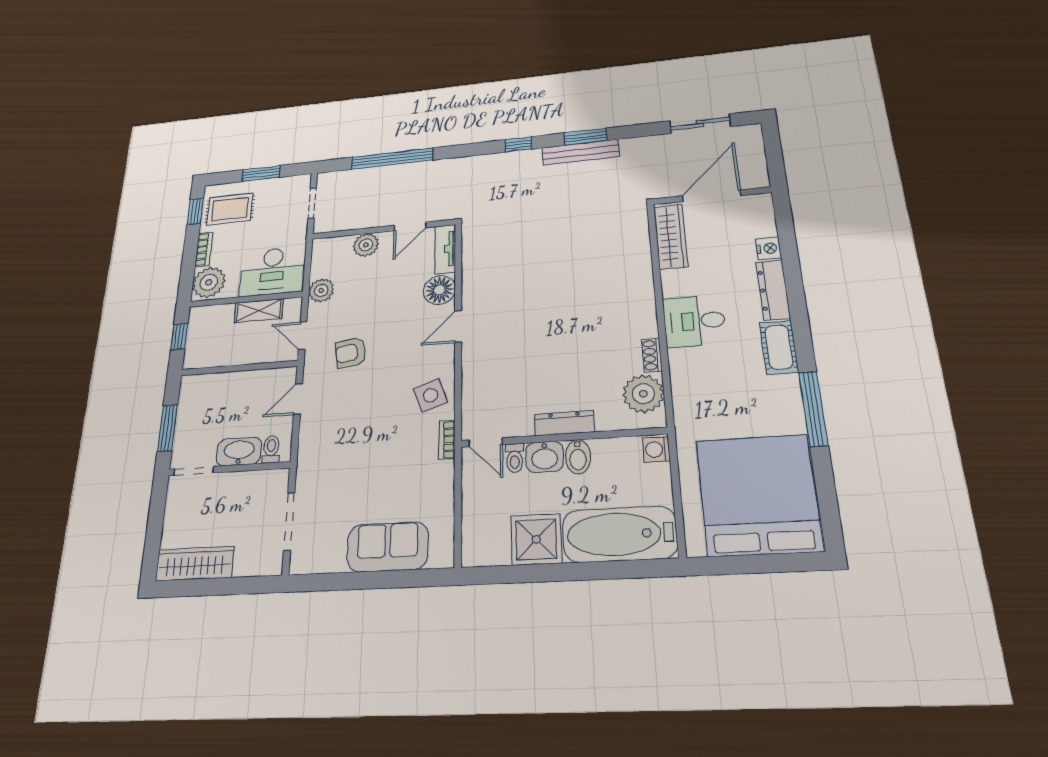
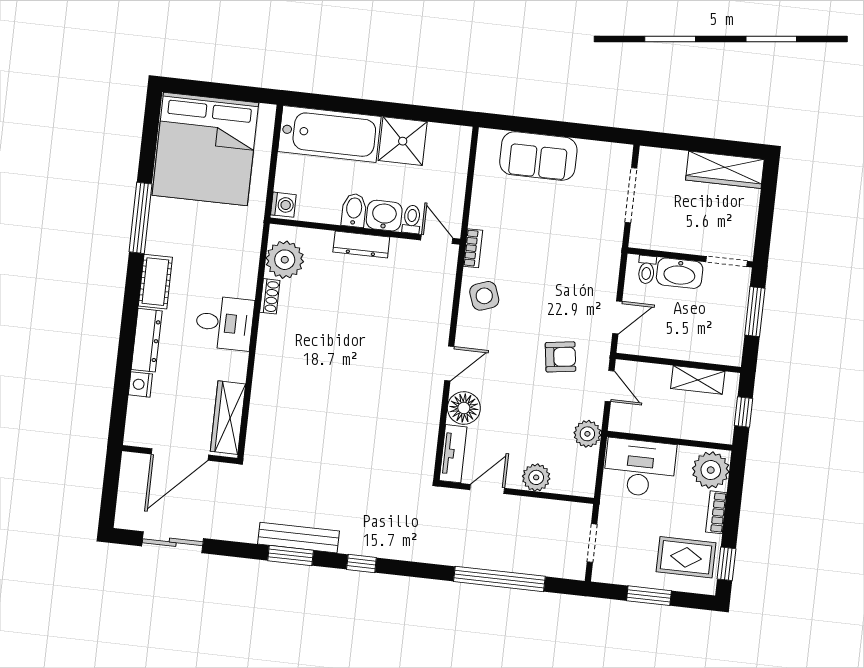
shelving: (259, 311) -> (698, 380), moved

